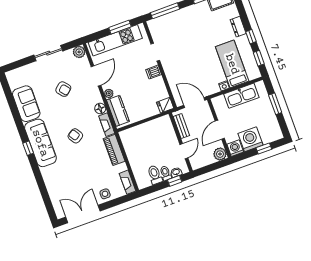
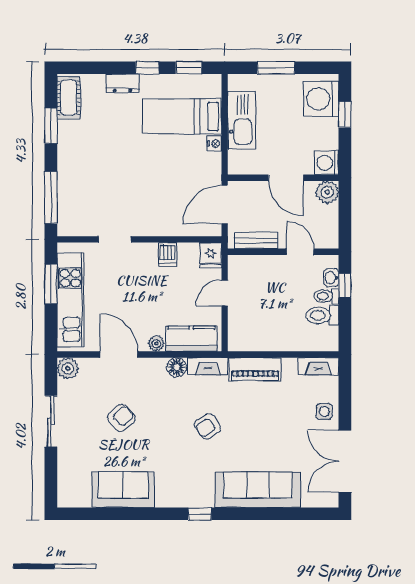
dishwasher: (154, 72) -> (168, 254), moved
door: (148, 120) -> (225, 293), added
washing machine: (250, 139) -> (321, 99), moved
sofa: (40, 143) -> (258, 490), moved

